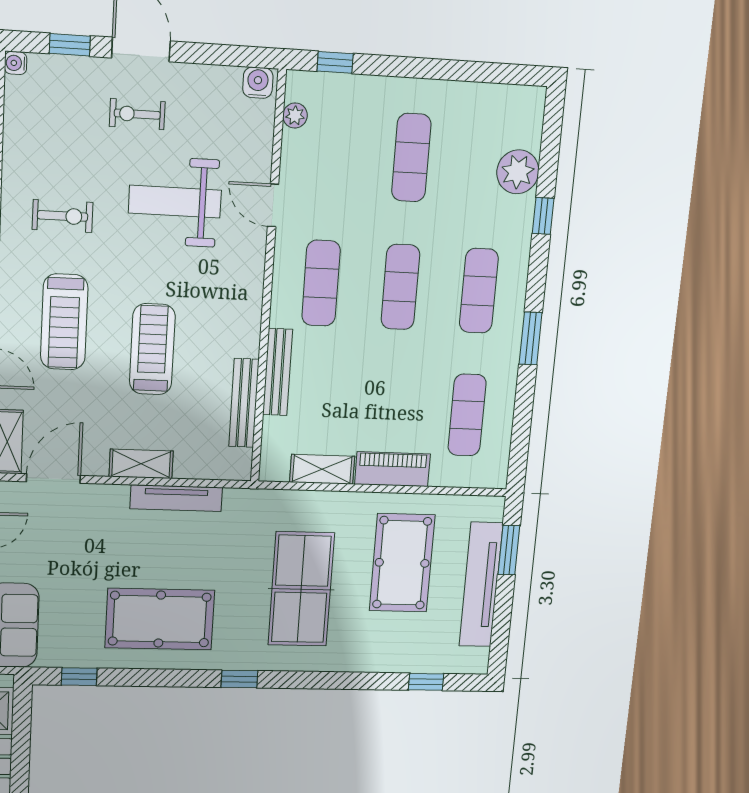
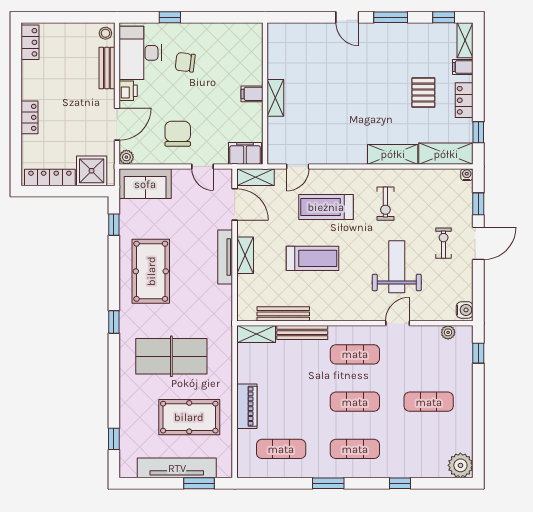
plant: (518, 172) -> (460, 465), moved
shelving: (322, 469) -> (256, 334), moved, turned 90
tv unit: (176, 498) -> (225, 257), moved

